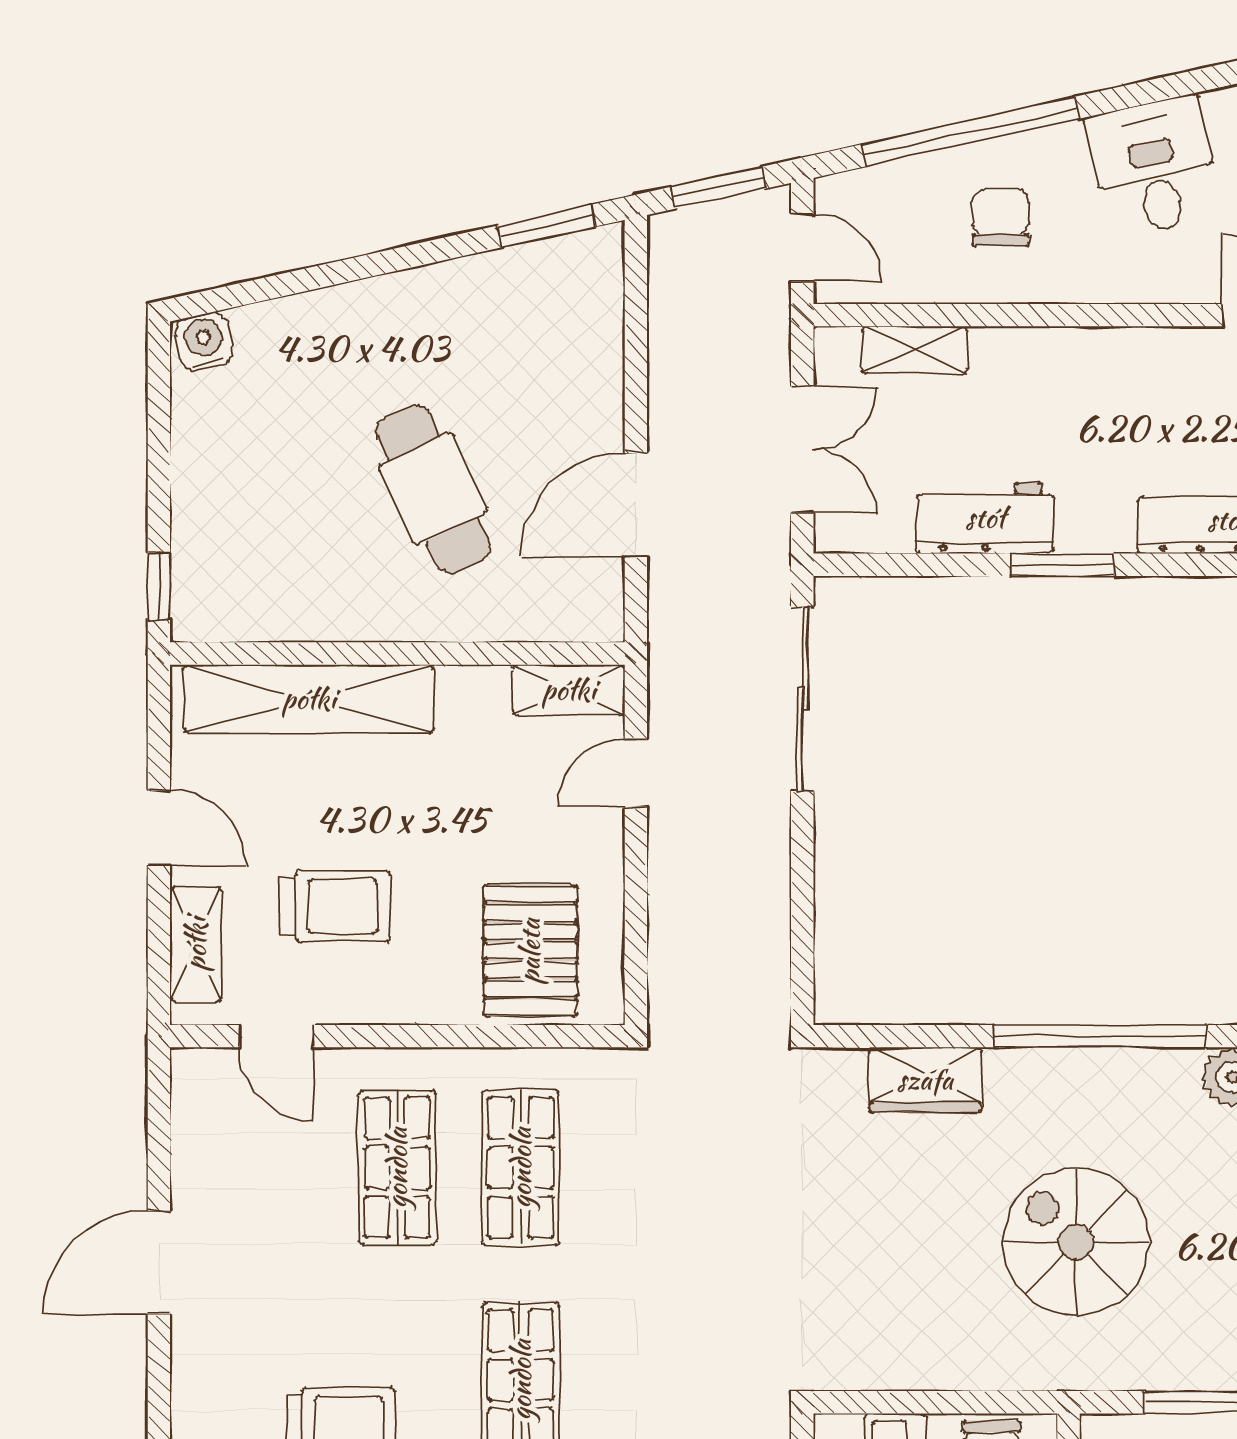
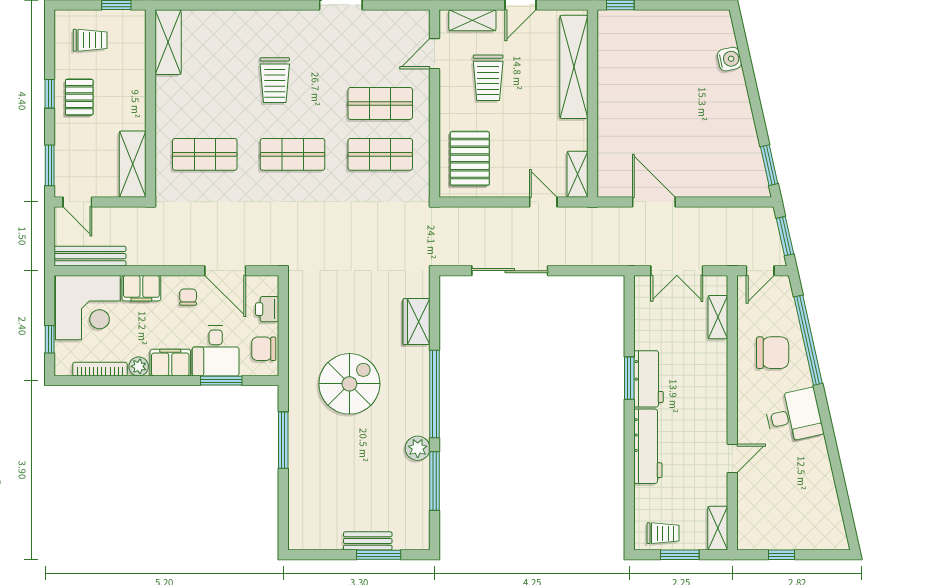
chair: (1001, 217) -> (773, 353), width x1.37, depth x1.37
water cooler: (204, 341) -> (729, 59), moved
cafe table: (433, 489) -> (660, 118), removed
workbench: (985, 518) -> (648, 379), moved
sliding door: (802, 699) -> (510, 271), moved
pallet: (530, 951) -> (470, 158), turned 90

